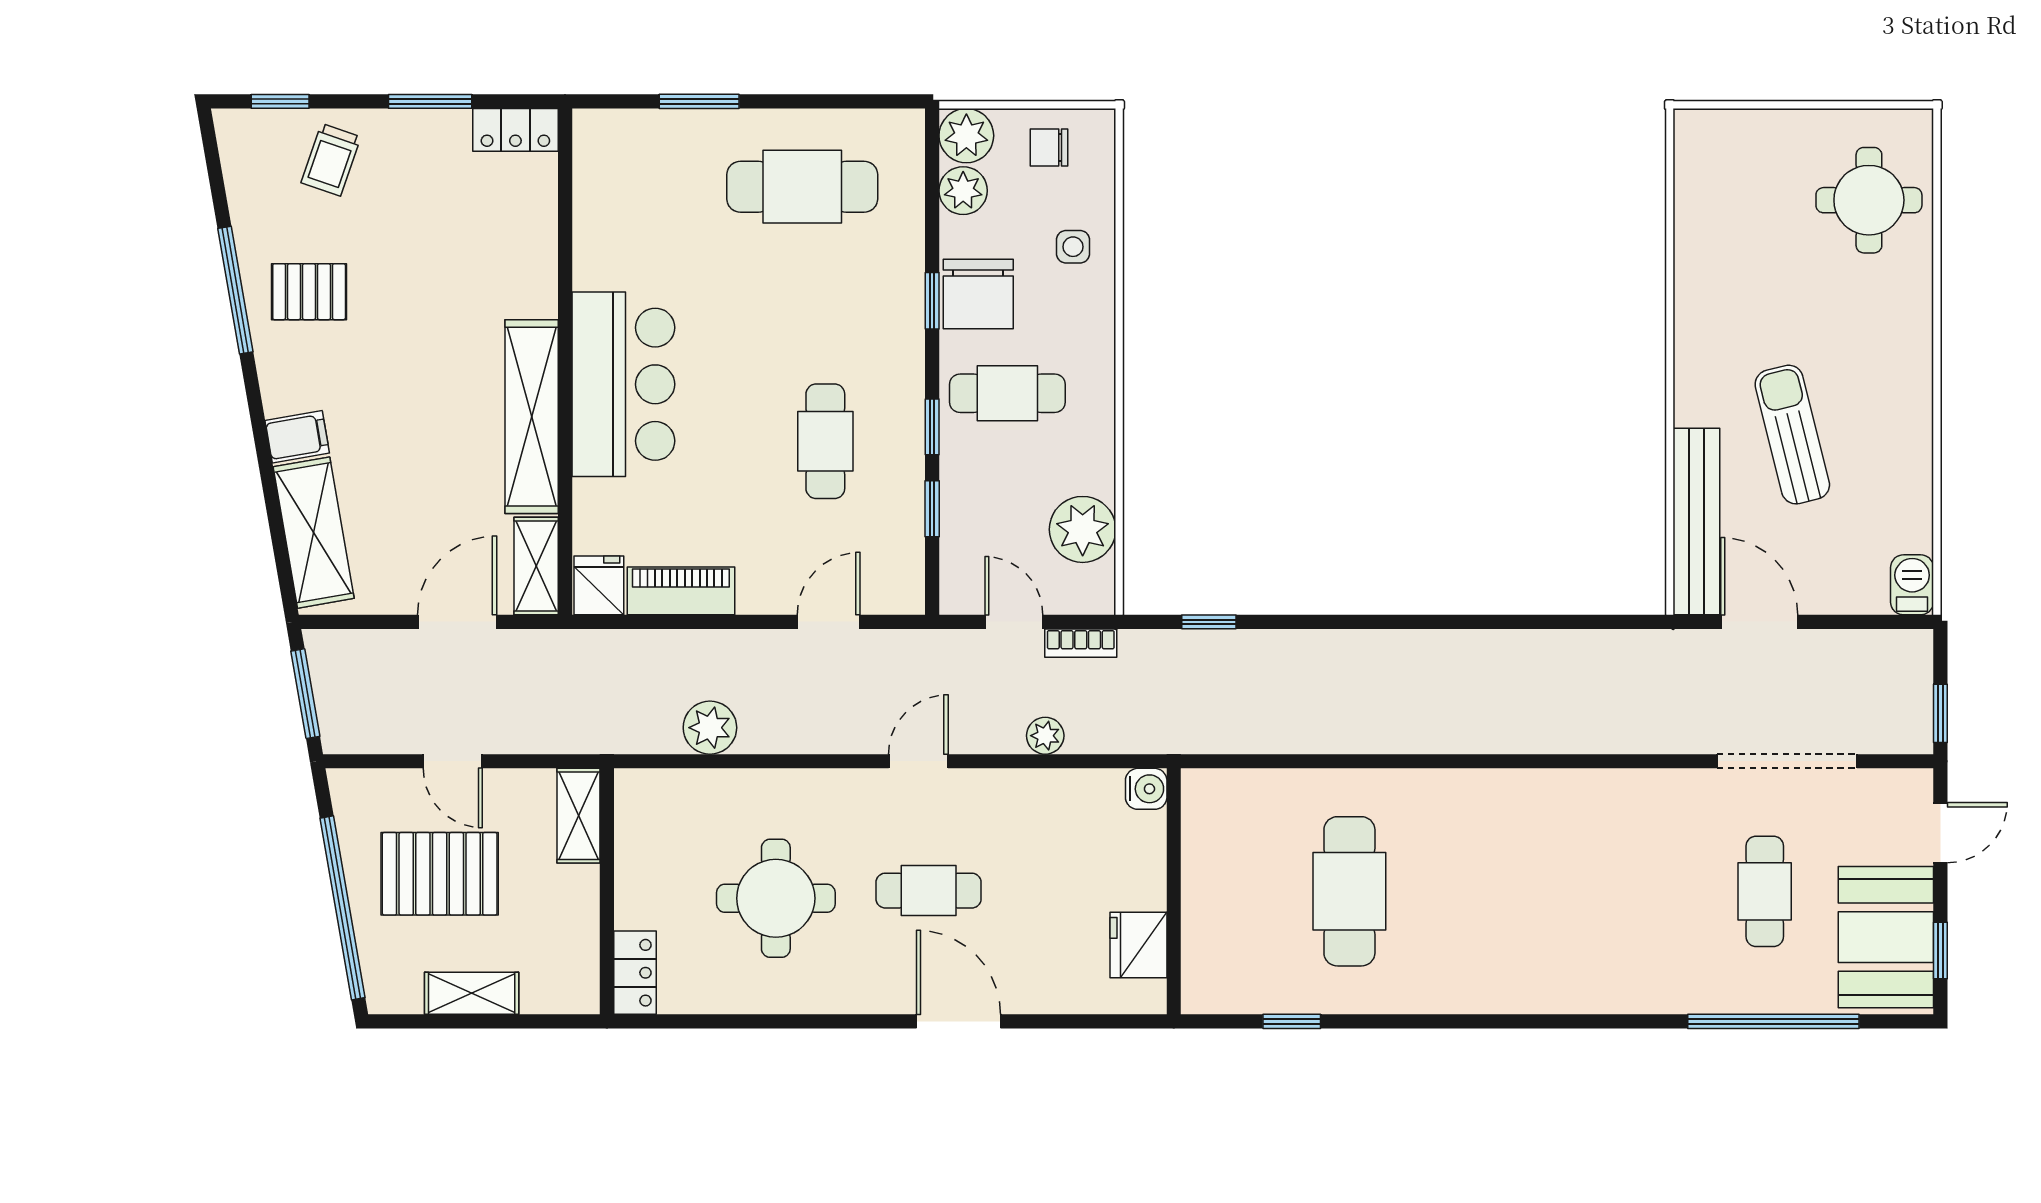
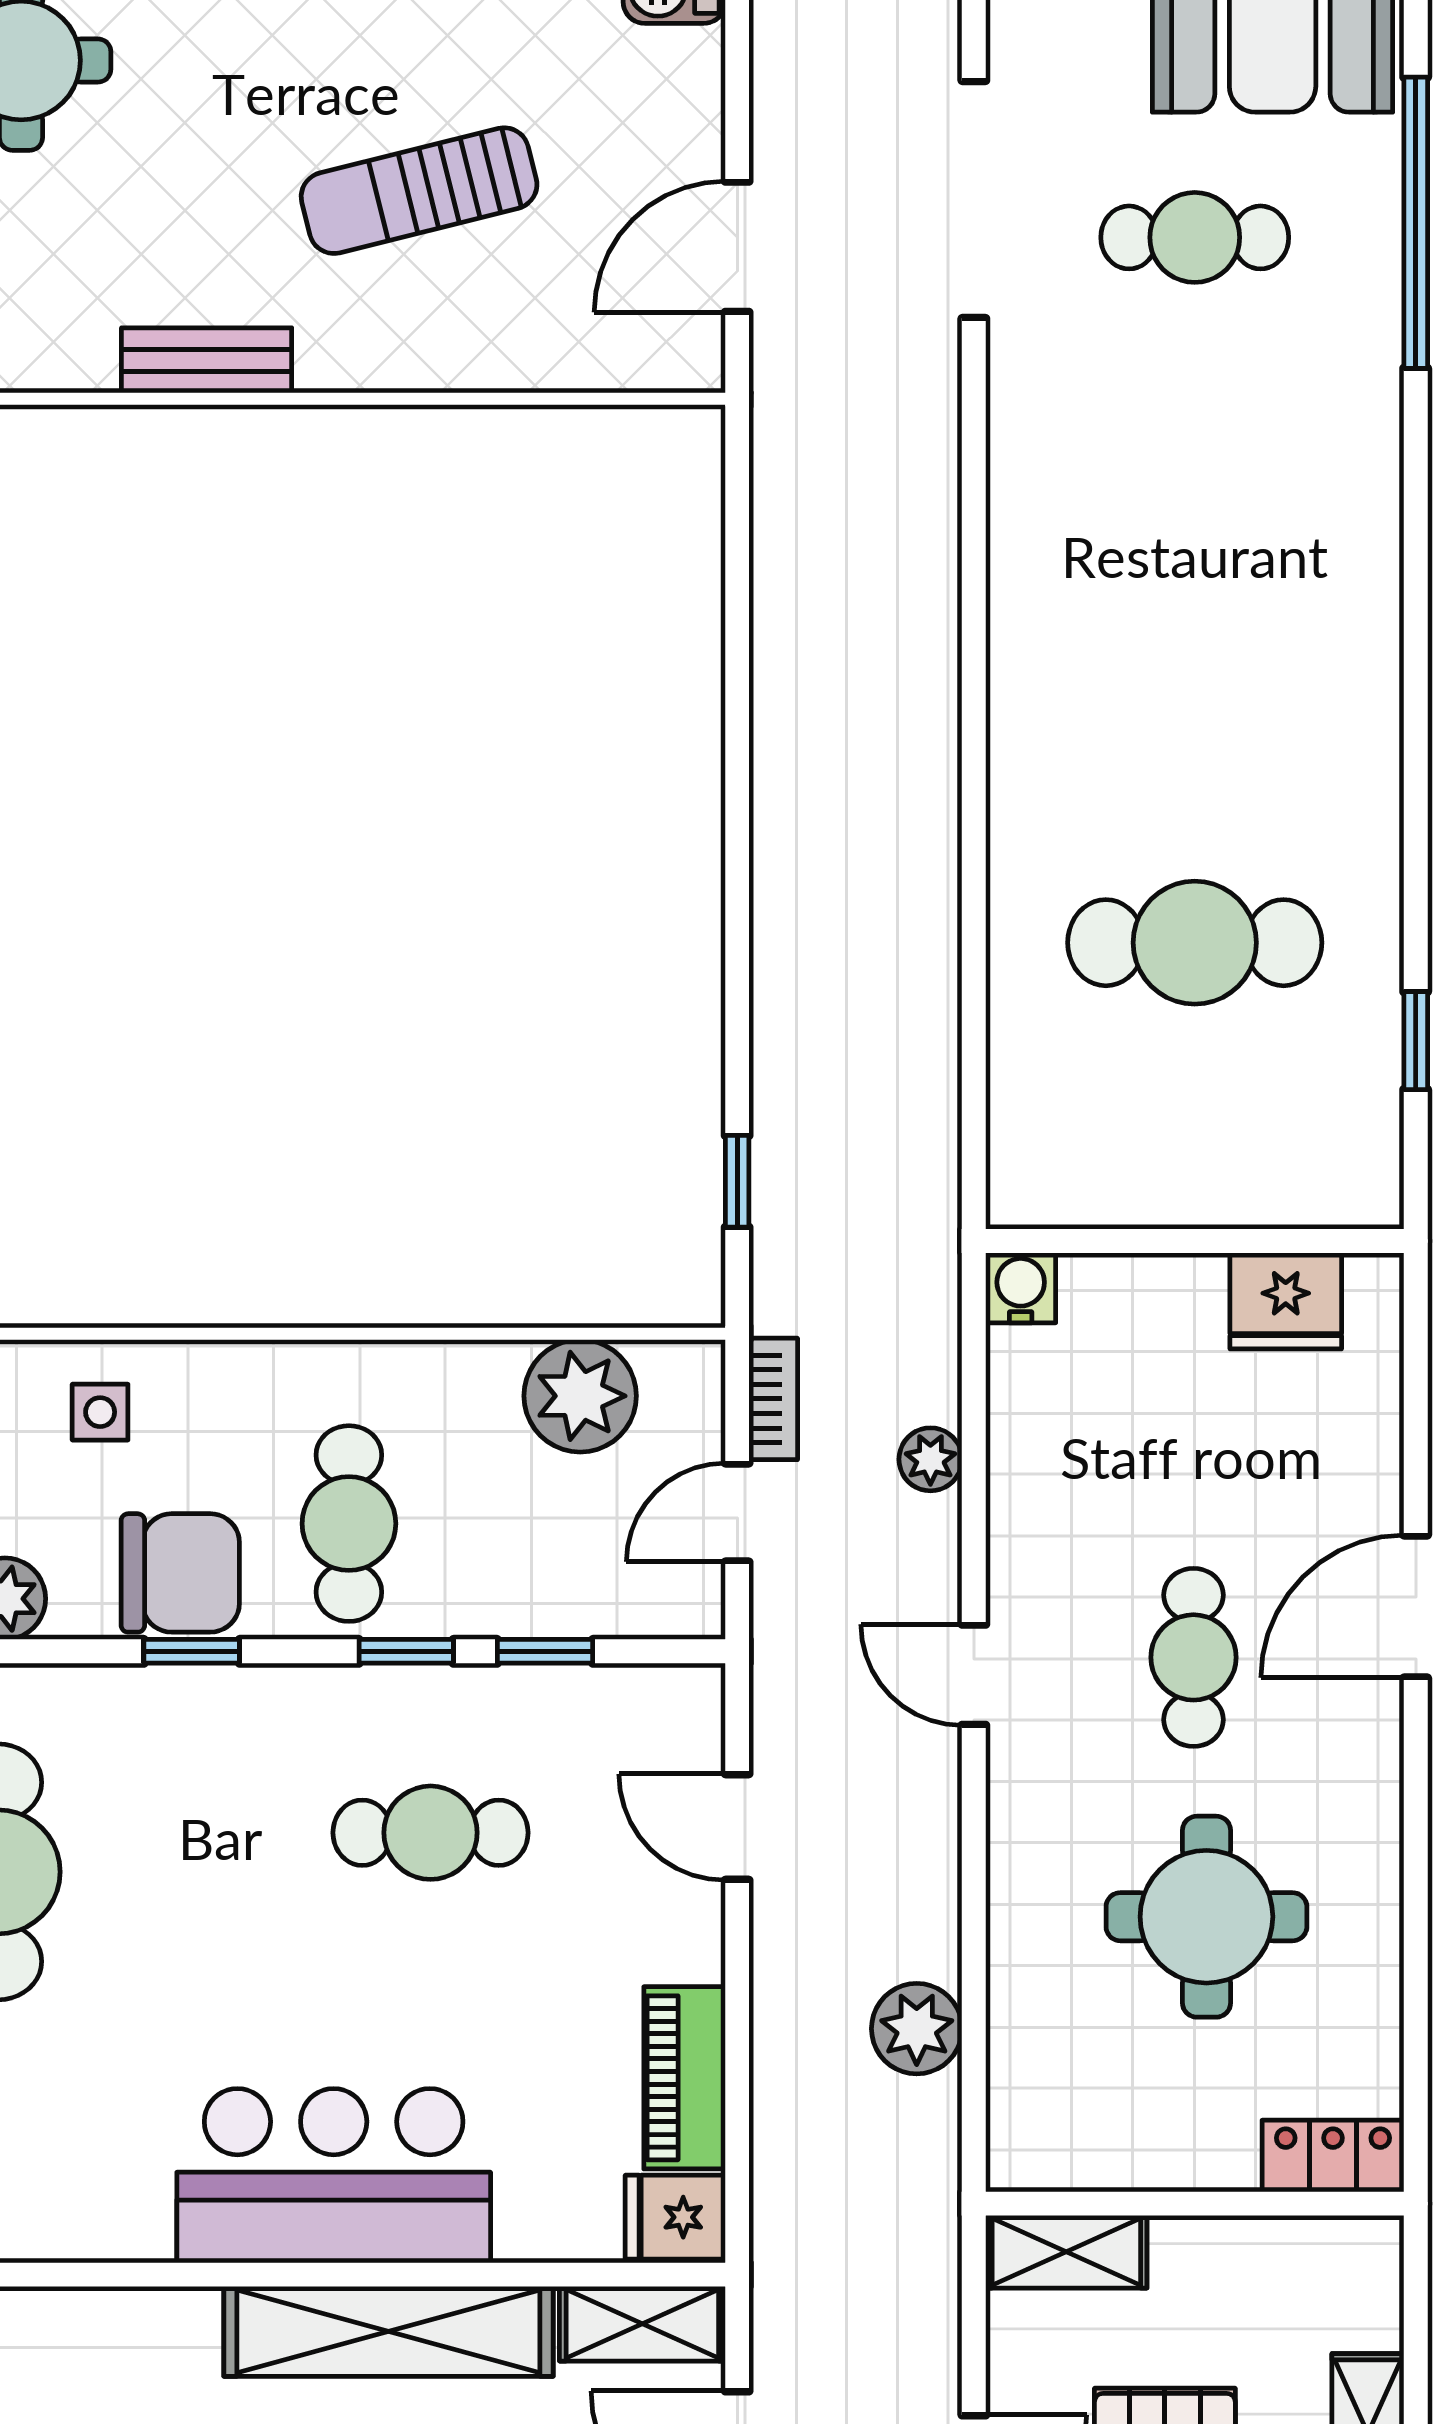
bench: (1696, 521) -> (207, 360), moved, width x0.54, depth x0.82

